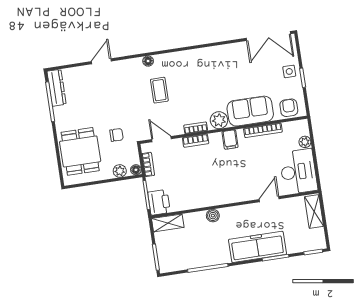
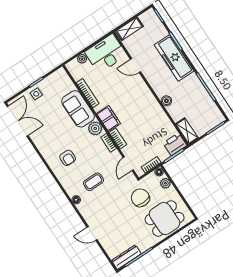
armchair: (289, 108) -> (68, 158), moved, turned -90
chair: (116, 135) -> (140, 198), width x1.87, depth x1.87
filing cabinet: (230, 139) -> (108, 118), width x2.00

